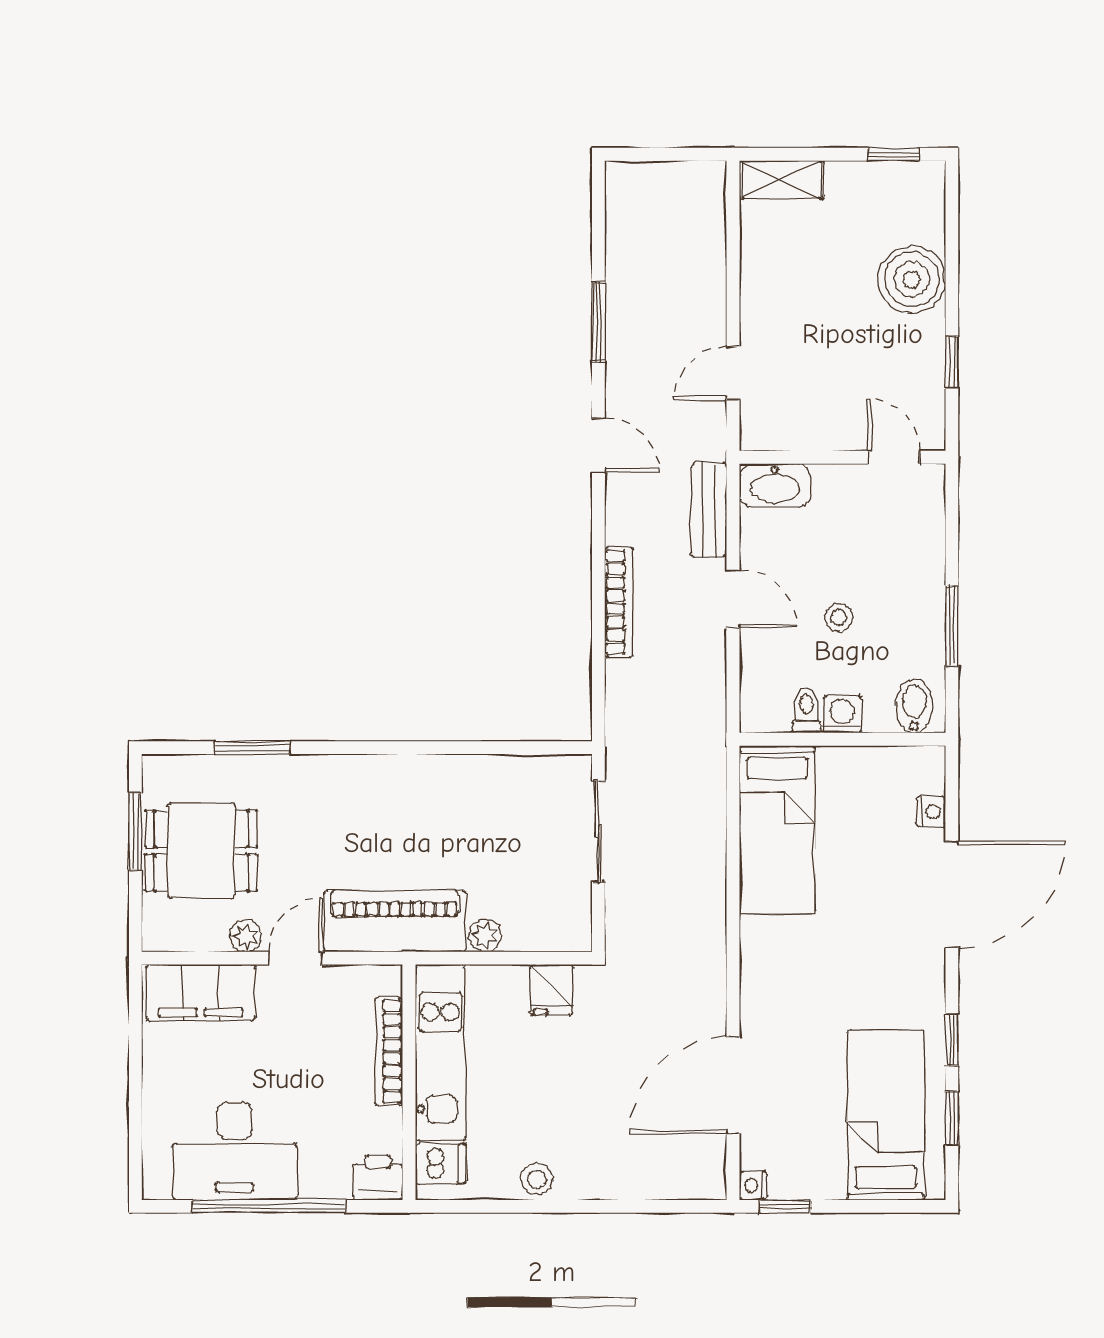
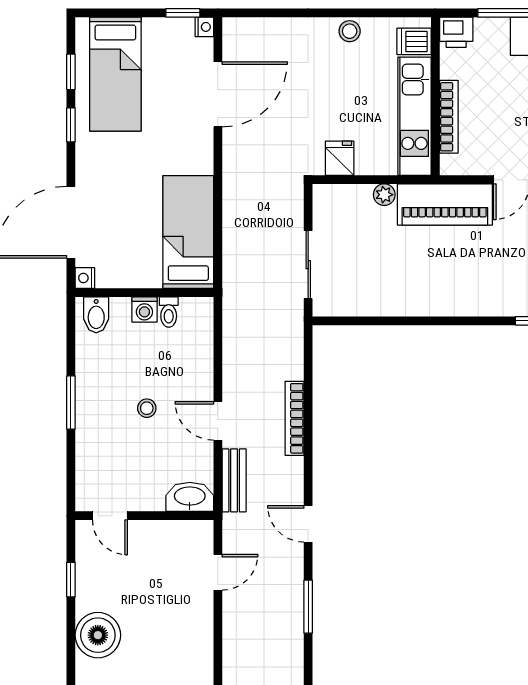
bidet: (914, 706) -> (96, 315), moved
toilet: (806, 710) -> (169, 312), moved
washing machine: (842, 714) -> (144, 309), moved
wall: (842, 739) -> (144, 293), moved
bed: (777, 829) -> (188, 232), moved

